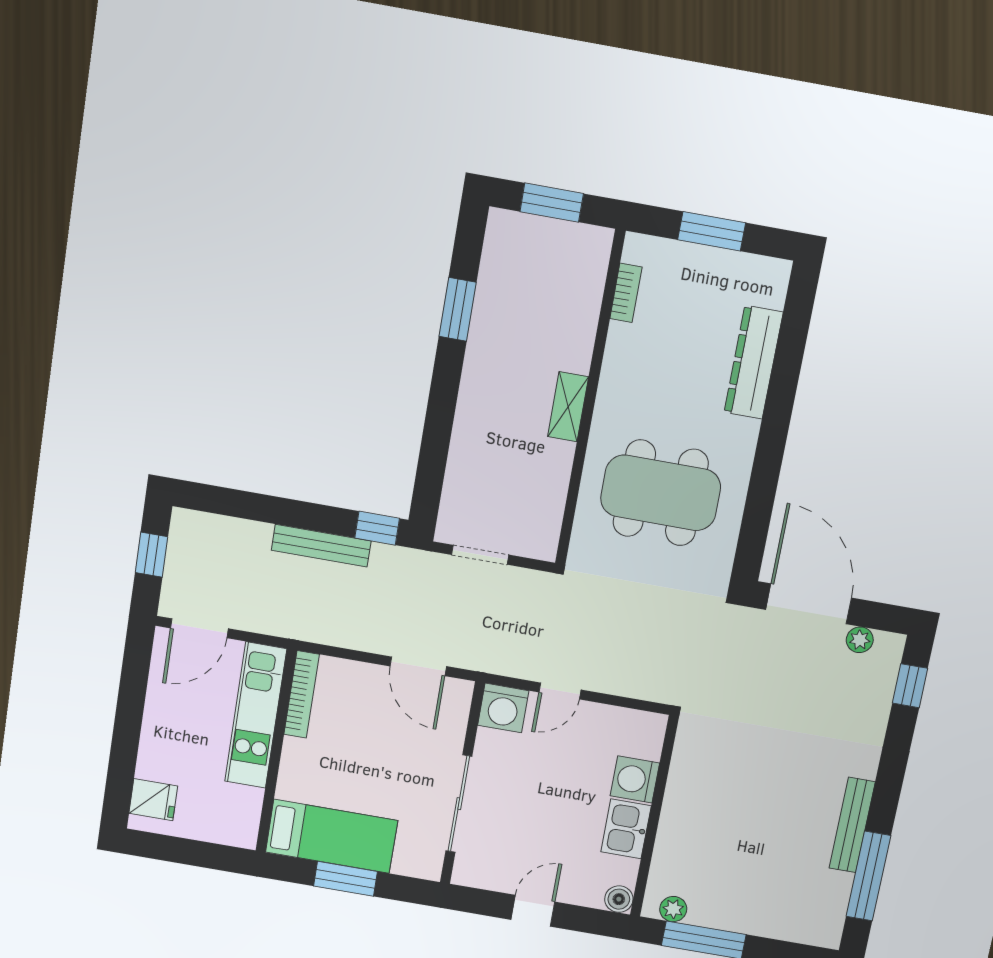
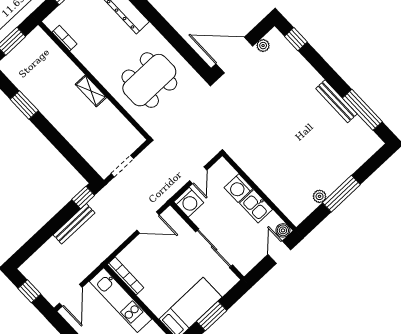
washing machine: (635, 779) -> (238, 188), moved
wall: (654, 817) -> (259, 192), moved
kitchen sink: (626, 829) -> (256, 206), moved
boiler: (619, 899) -> (283, 230), moved

